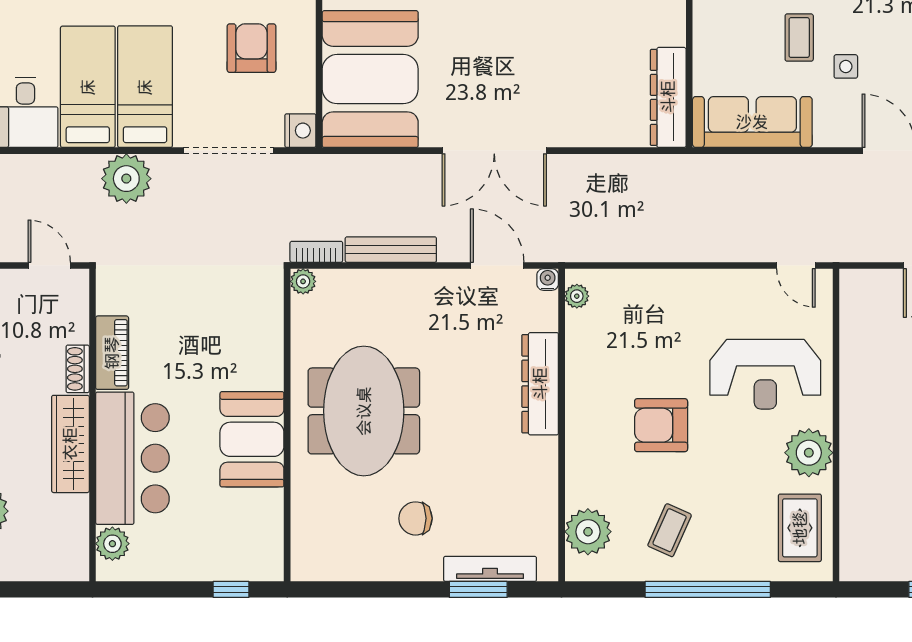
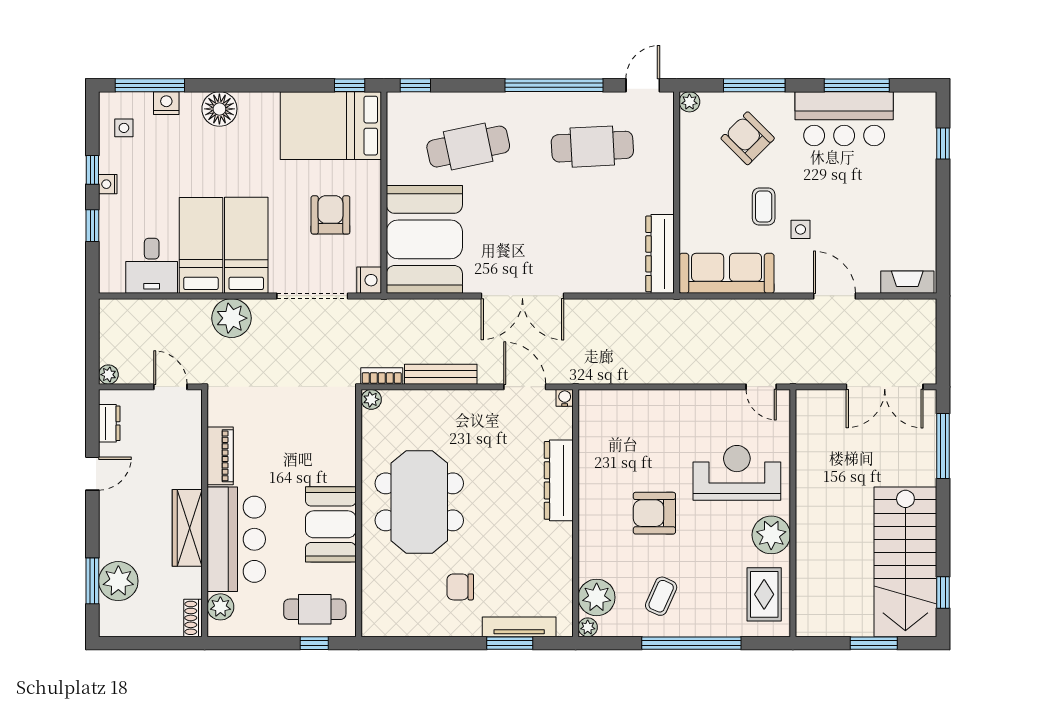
plant: (577, 296) -> (588, 627), moved
shoe rack: (78, 369) -> (193, 618), moved
reception desk: (765, 374) -> (737, 473), turned 180
cafe table: (232, 547) -> (315, 609), added

